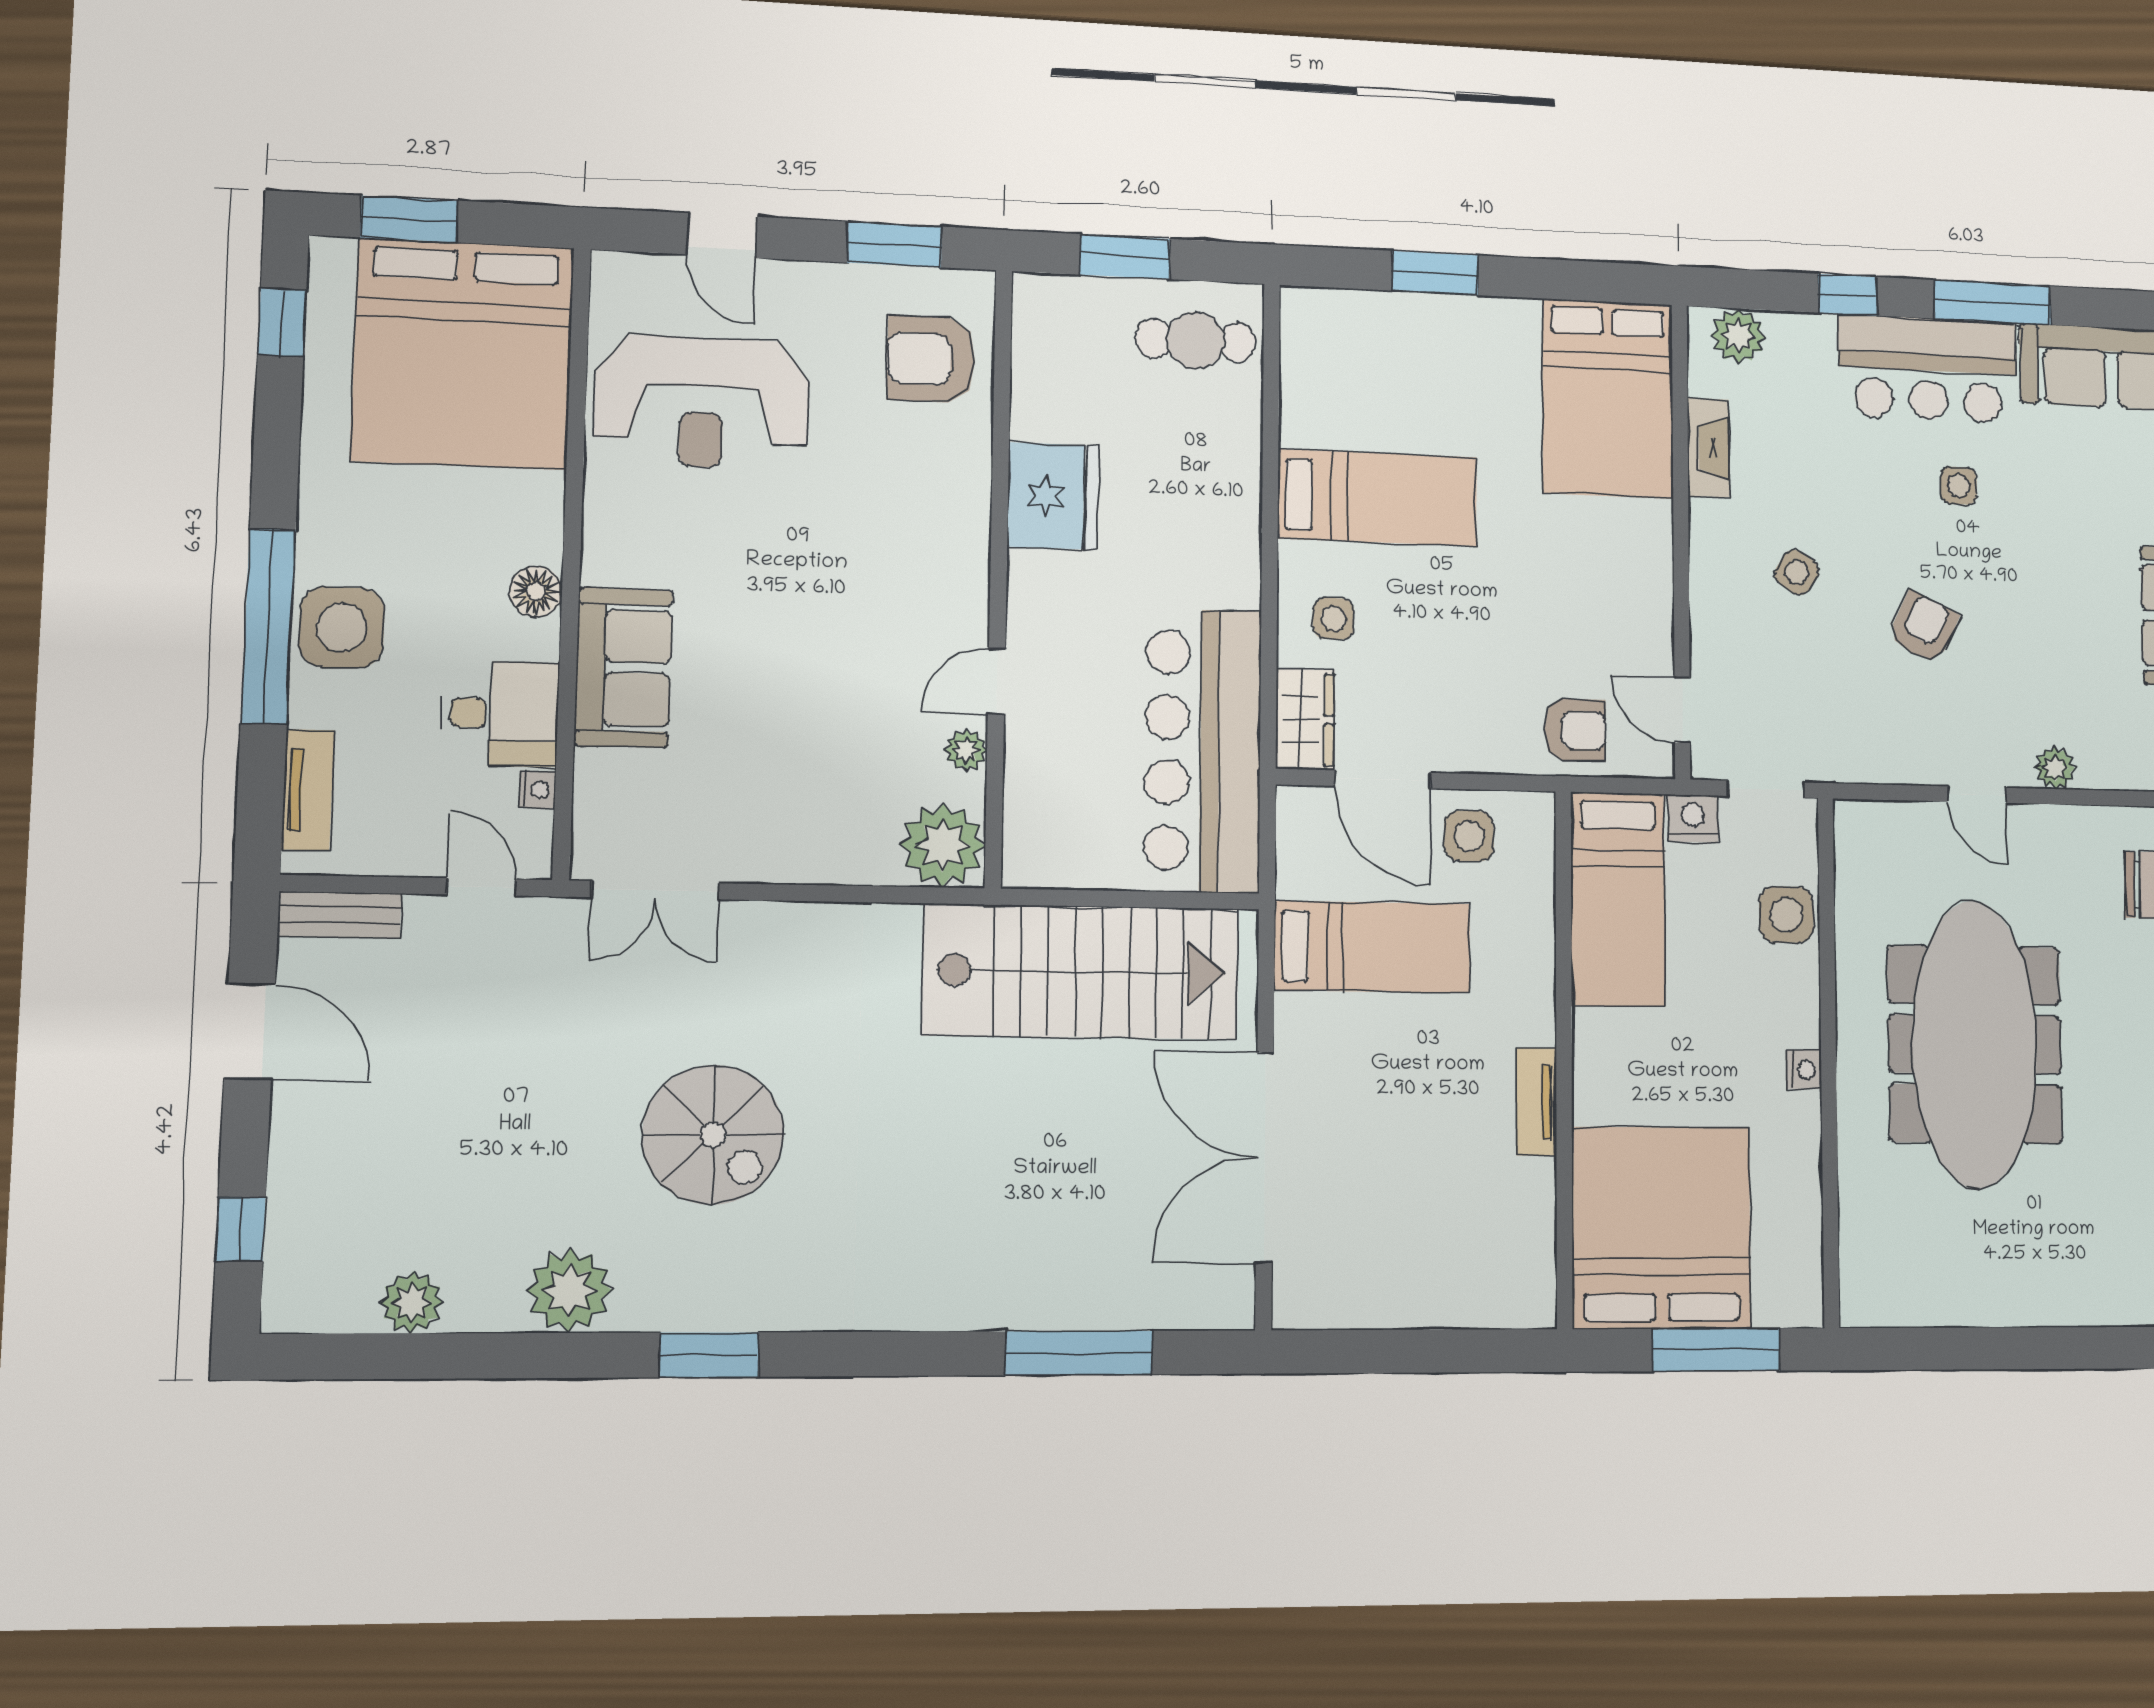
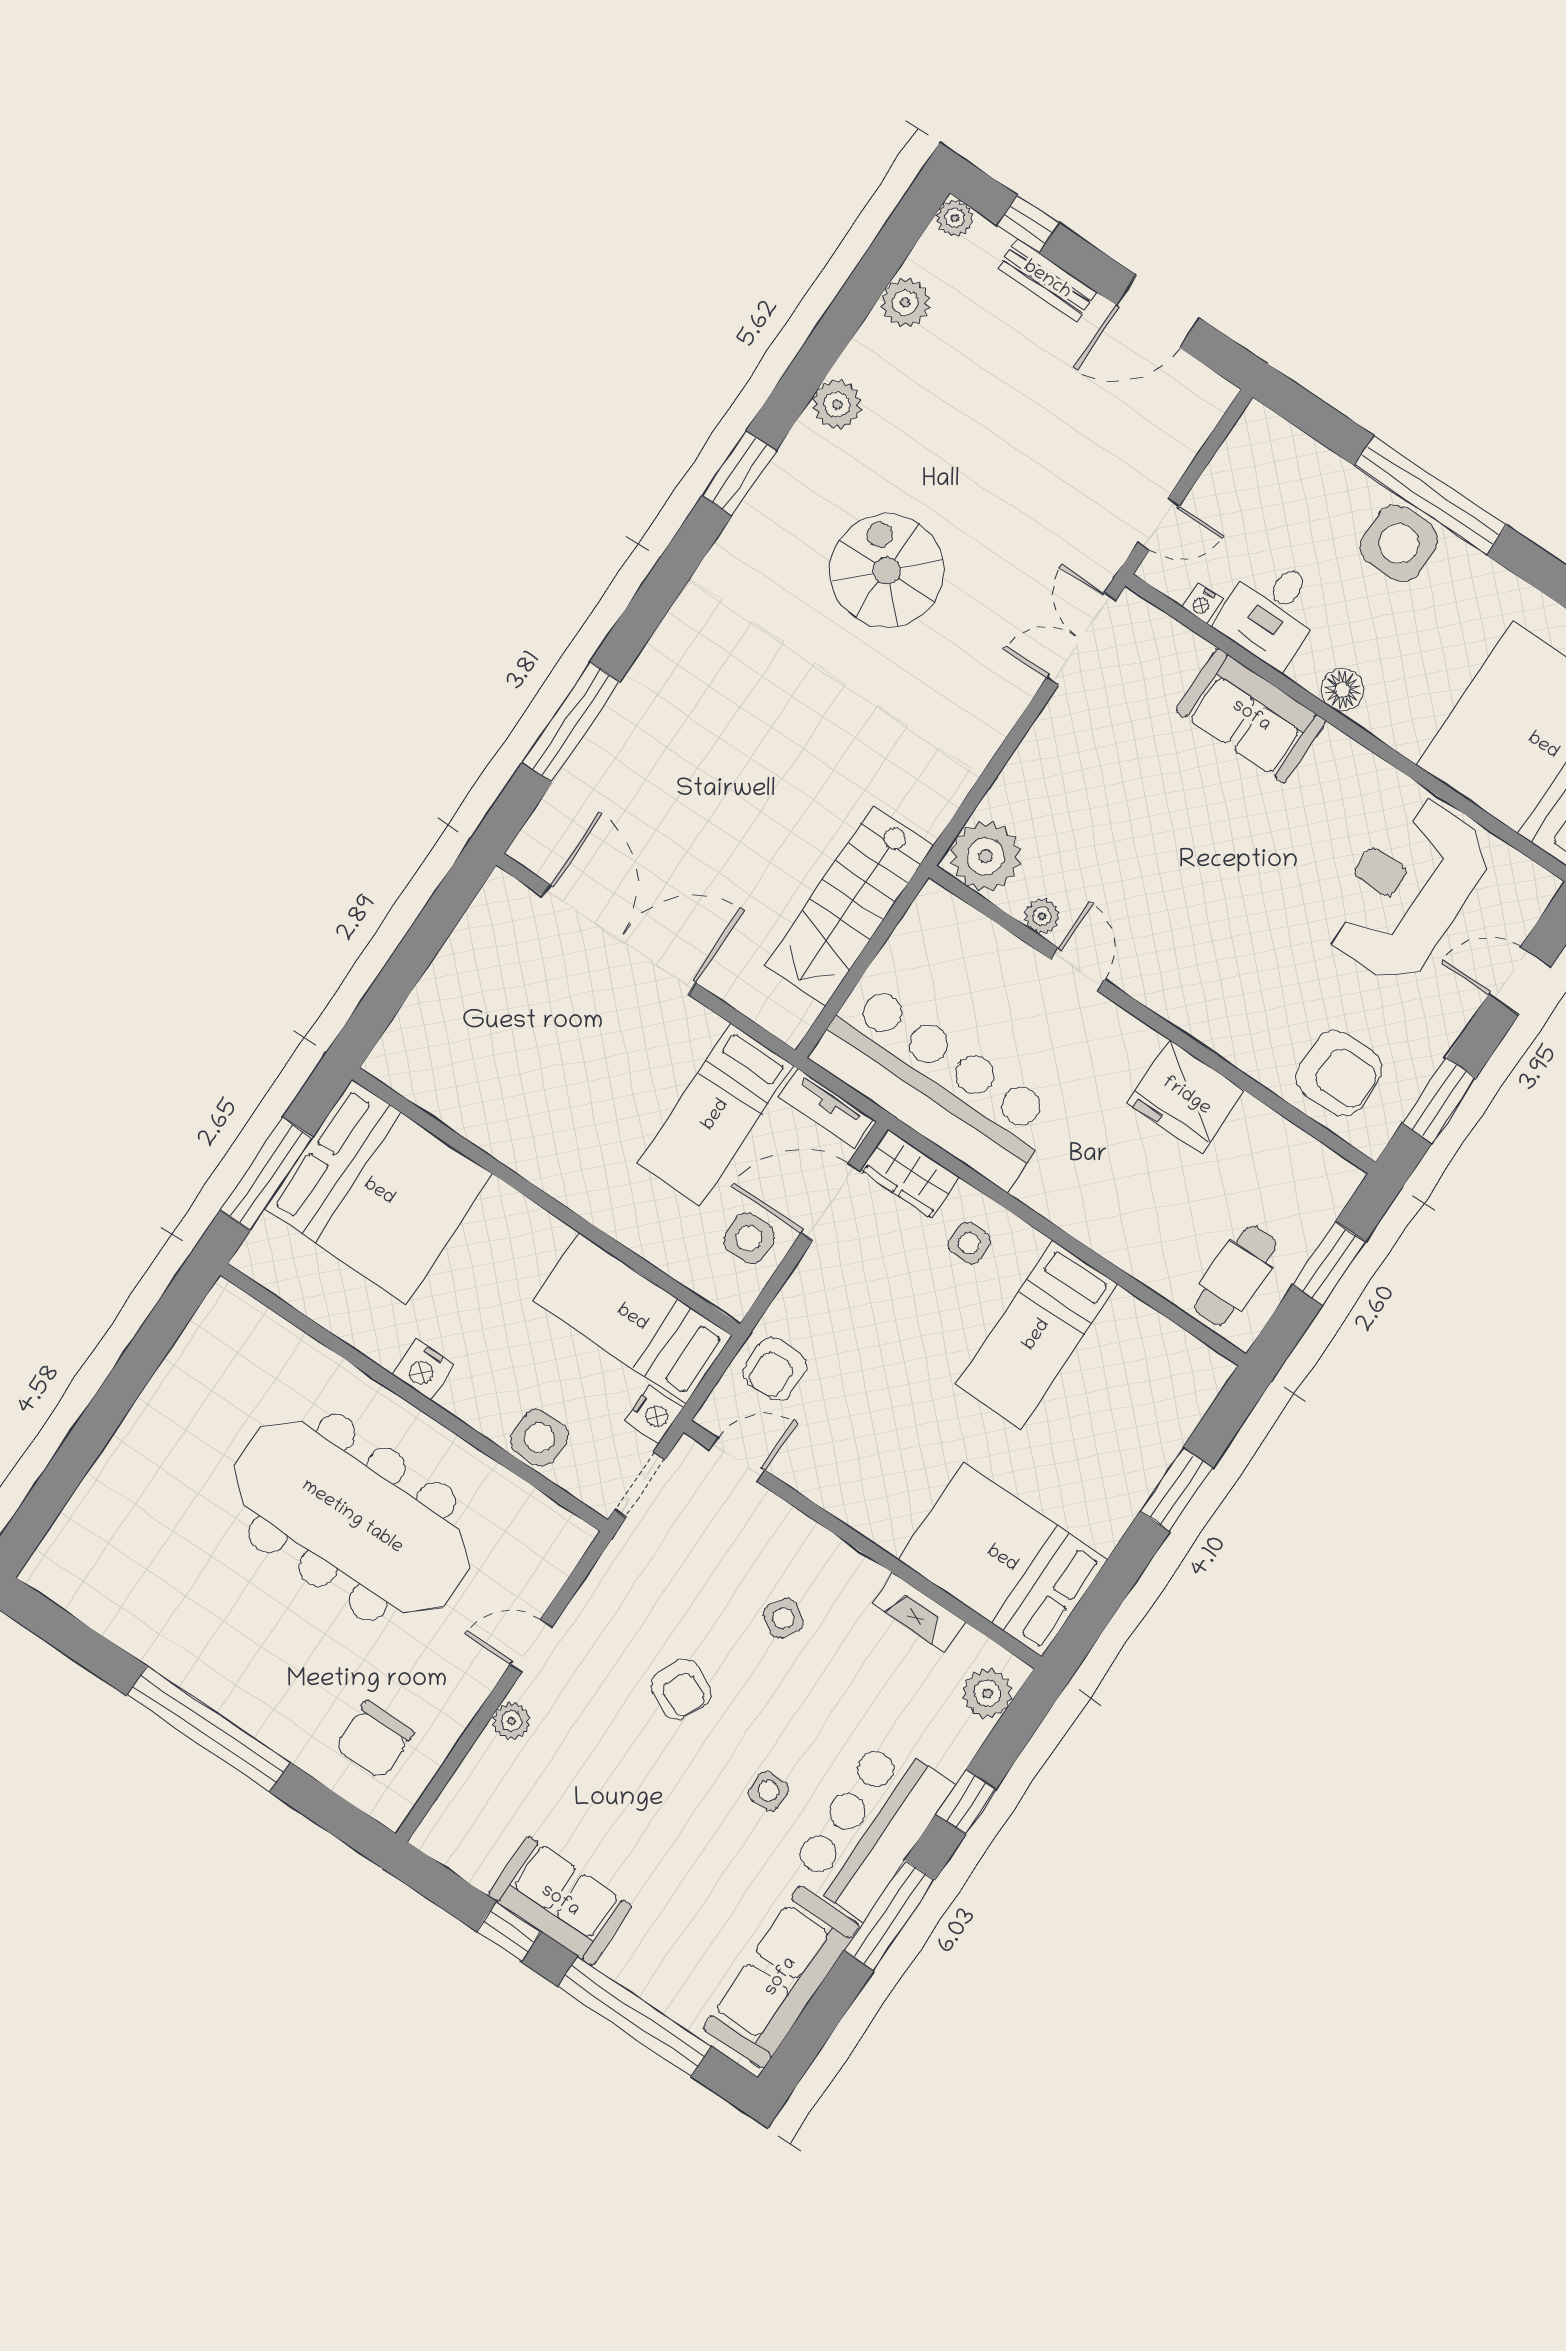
armchair: (931, 359) -> (1339, 1073), turned 90
tv unit: (308, 790) -> (1300, 451), removed
bench: (339, 915) -> (1047, 280), moved, turned 90
stairs: (1081, 972) -> (849, 906), width x0.73, depth x0.66
nightstand: (1804, 1069) -> (423, 1370), width x1.39, depth x1.35
tv unit: (1537, 1102) -> (826, 1108), moved, turned 180
spiral stairs: (713, 1135) -> (887, 571), turned 90
plant: (569, 1291) -> (837, 404), width x0.73, depth x0.73
plant: (284, 1311) -> (955, 218), added

